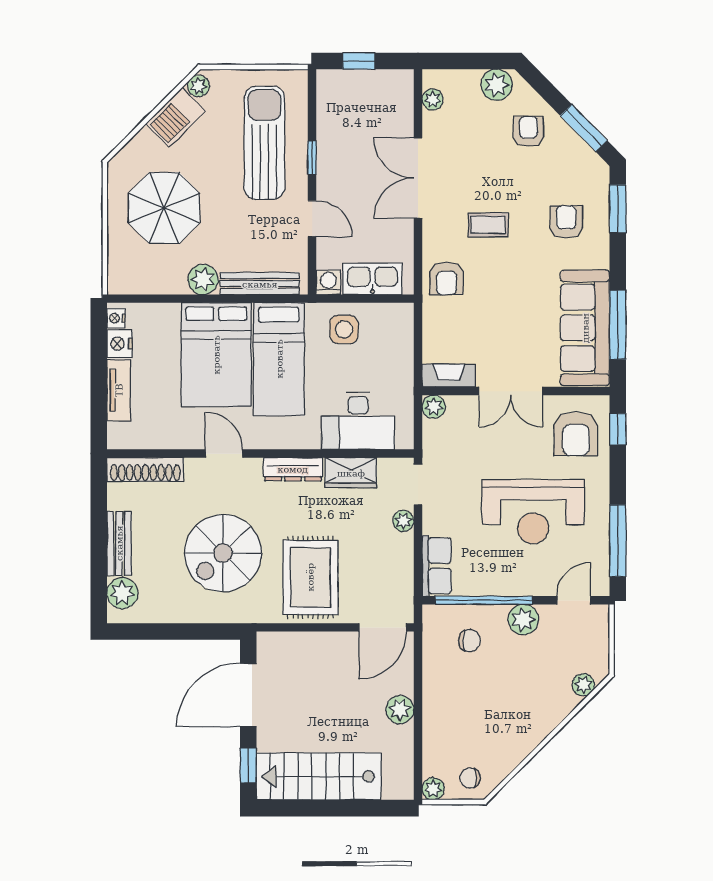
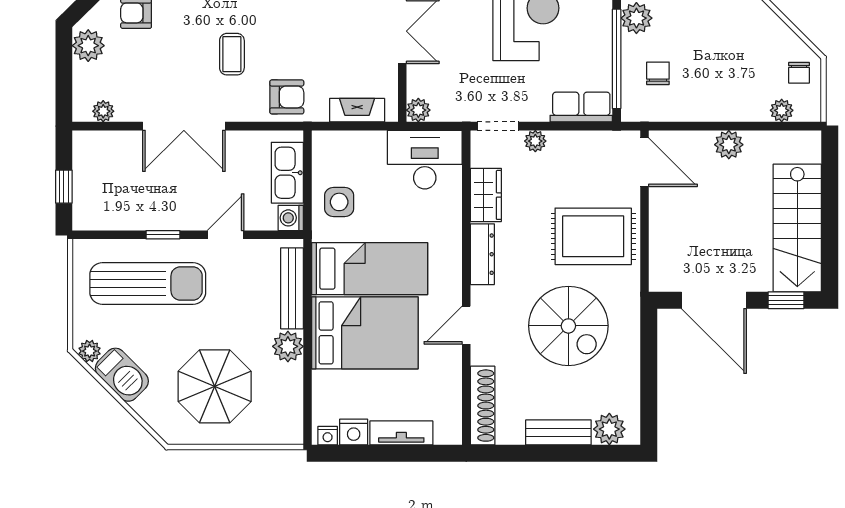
sun lounger: (264, 143) -> (148, 283), turned 180
fireplace: (449, 376) -> (357, 110), moved, turned 90
desk: (358, 421) -> (425, 160), moved, turned -90
plant: (433, 789) -> (782, 110), moved

